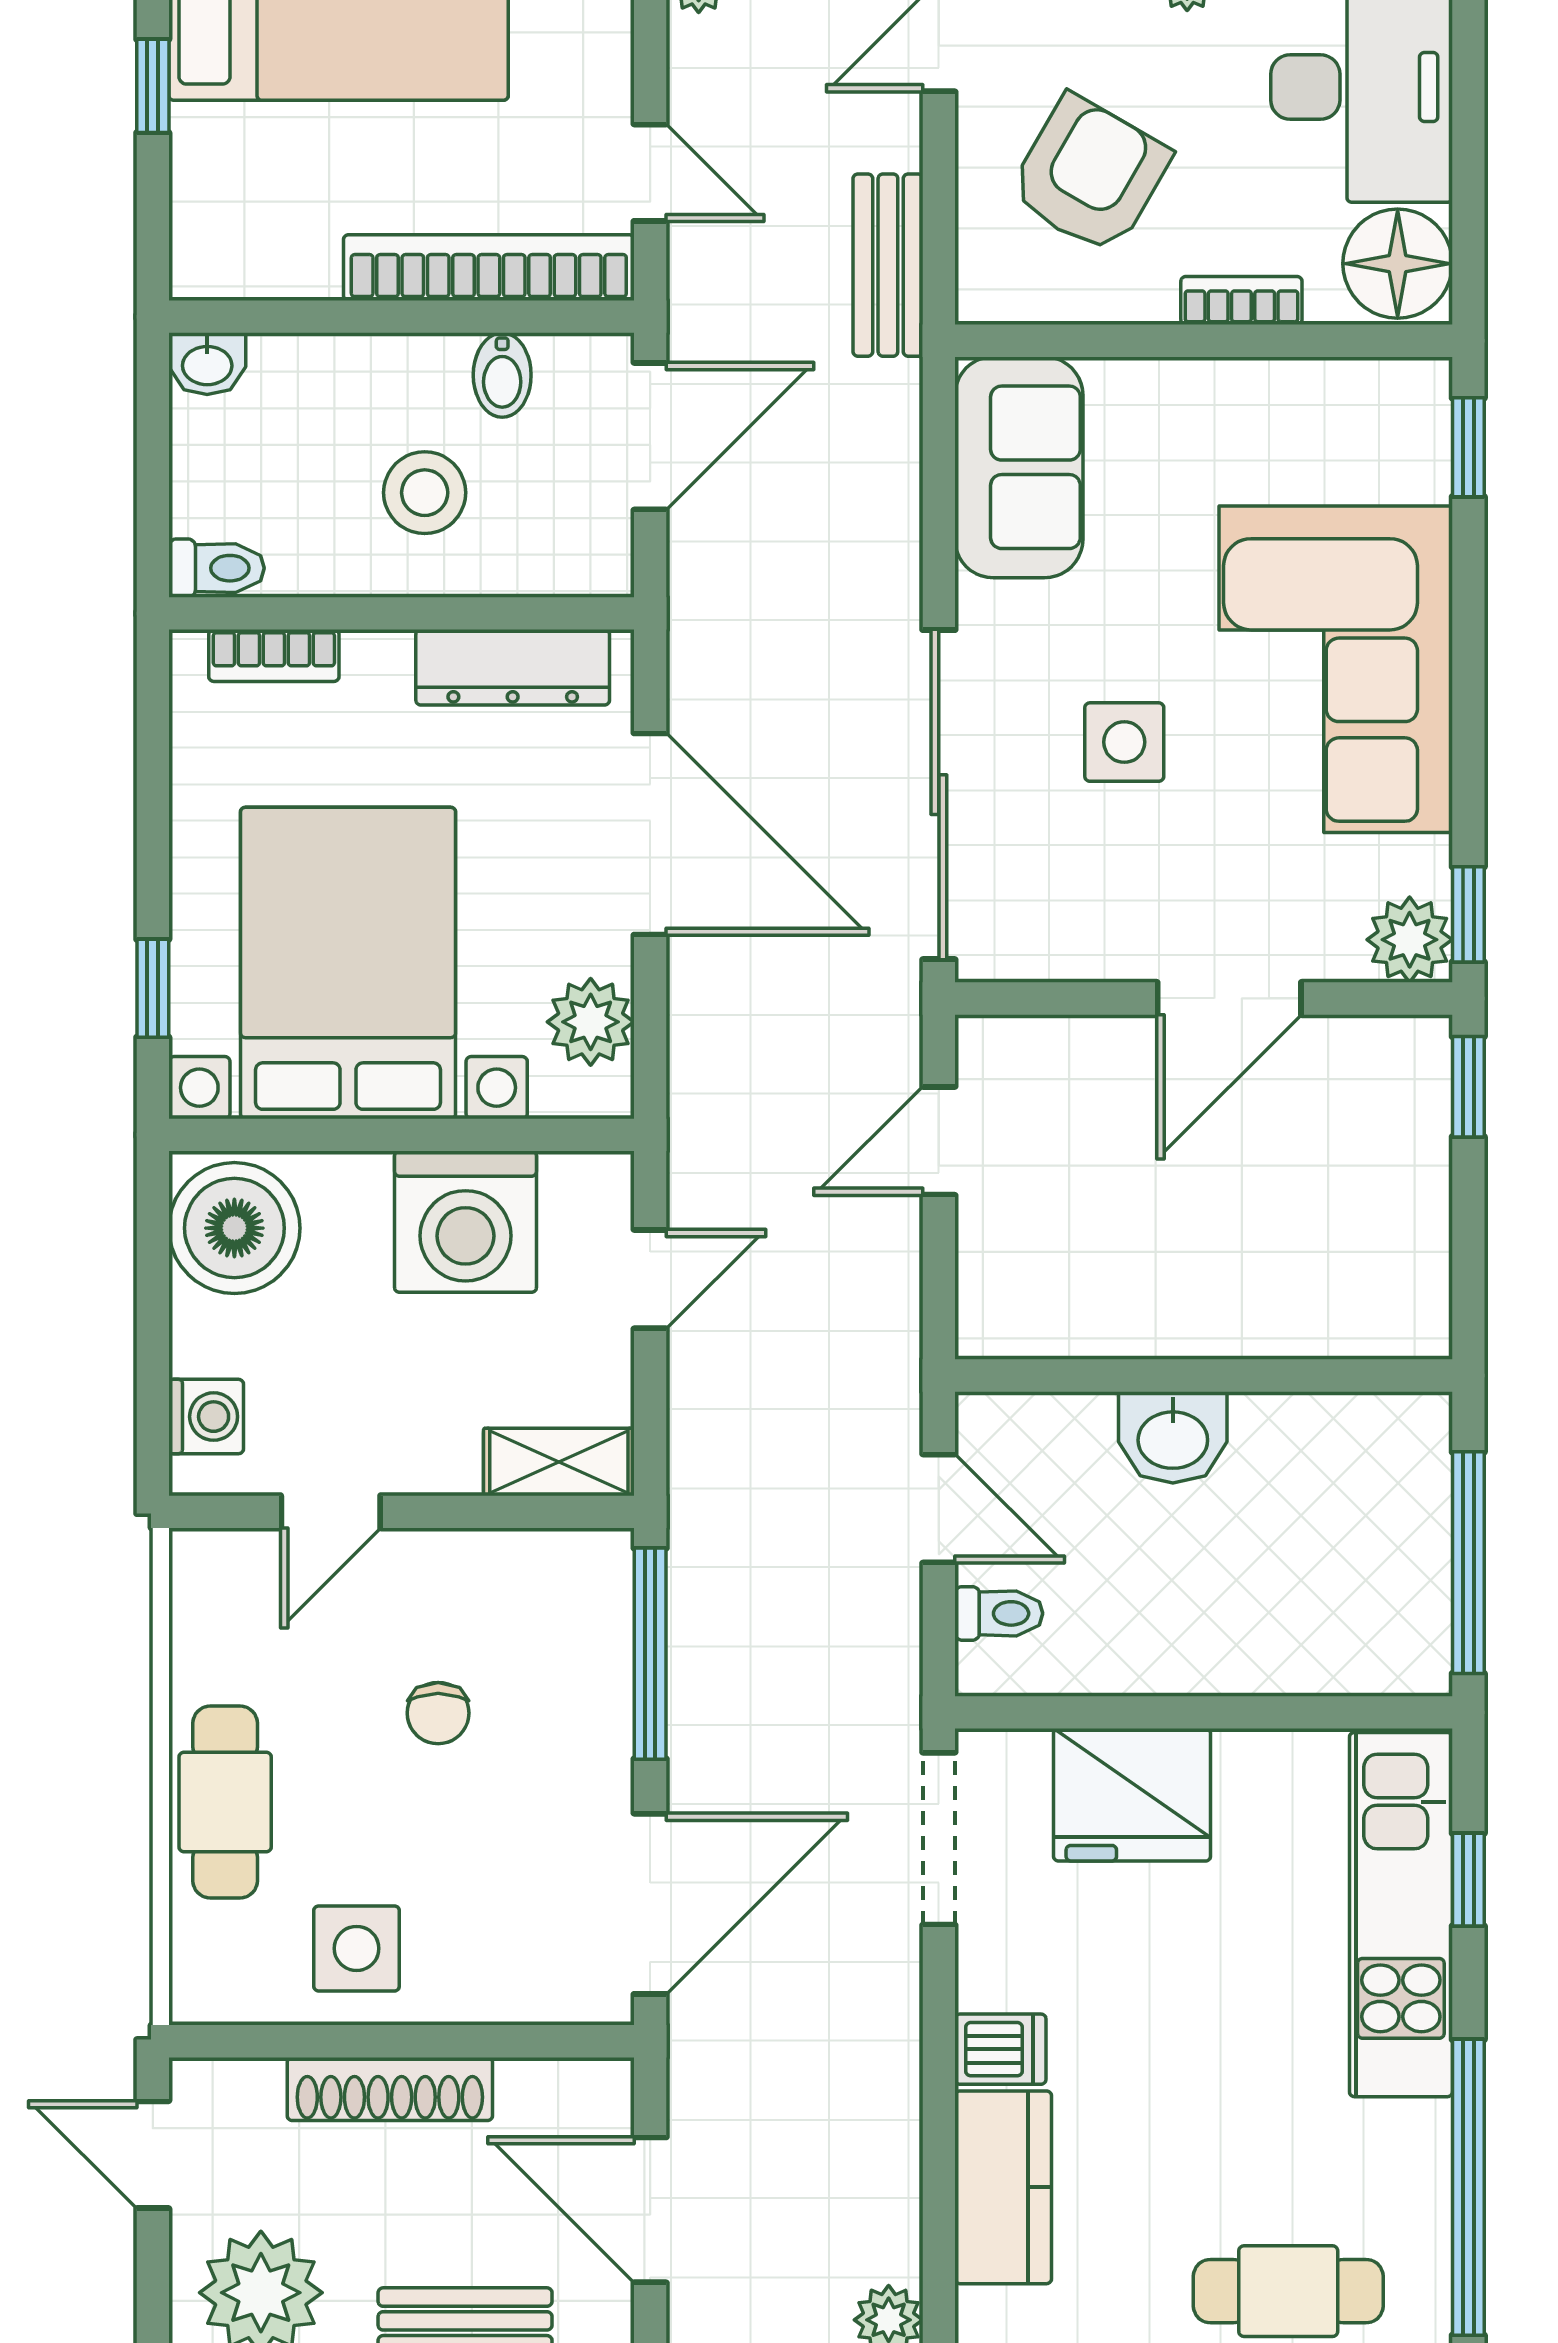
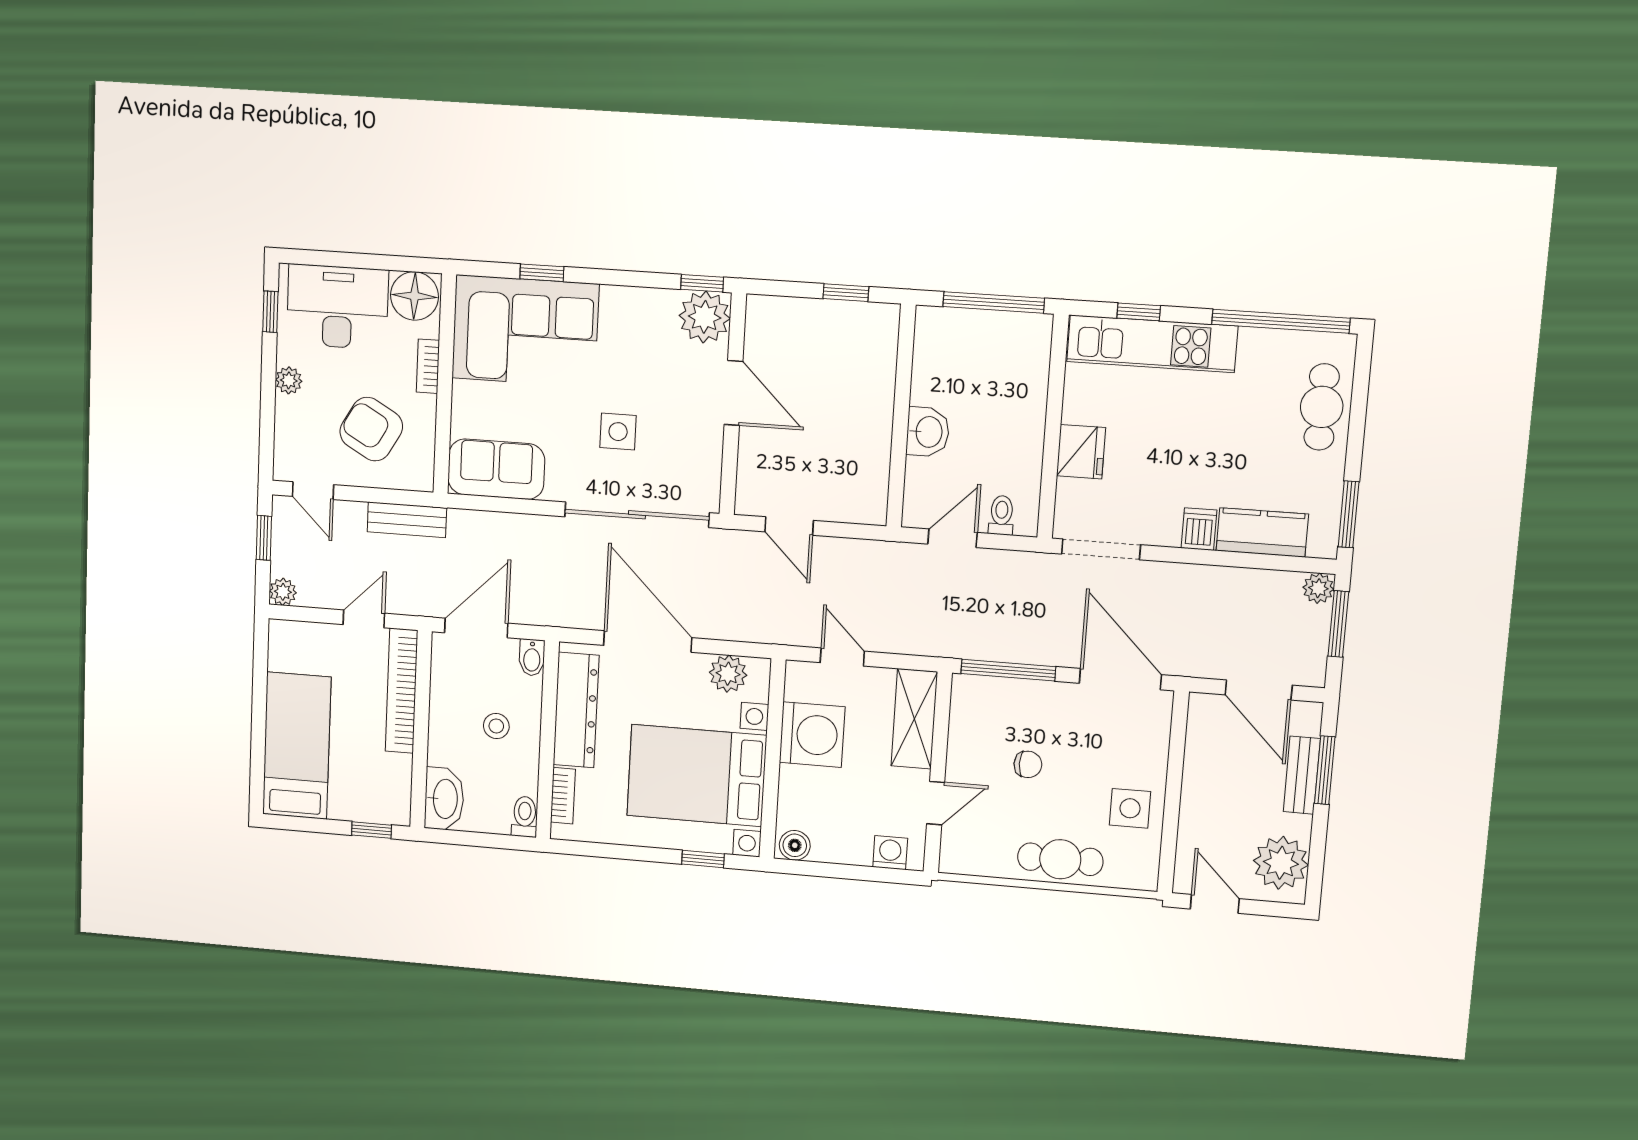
window: (153, 86) -> (372, 830), moved
washbasin: (207, 364) -> (444, 799), width x1.91, depth x1.45
bidet: (502, 375) -> (532, 657), moved, turned 90
door: (650, 436) -> (476, 628), hinge flipped
window: (1468, 447) -> (542, 273), moved
stool: (425, 493) -> (496, 726), width x0.73, depth x0.73
dresser: (513, 667) -> (576, 710), width x1.37, depth x1.24
corner sofa: (1336, 669) -> (525, 331), moved
door: (650, 834) -> (648, 642), hinge flipped
plant: (1410, 940) -> (705, 317), width x1.36, depth x1.36
window: (1468, 1087) -> (846, 293), moved
boiler: (234, 1228) -> (795, 845), width x0.54, depth x0.54
shelving: (559, 1462) -> (914, 719), width x1.50, depth x1.33
door: (331, 1512) -> (936, 803), hinge flipped
fridge: (1132, 1795) -> (1081, 452), width x0.73, depth x0.75
shoe rack: (390, 2089) -> (1194, 799), removed
door: (153, 2155) -> (1215, 904), swing flipped
door: (650, 2210) -> (1259, 690), hinge flipped

